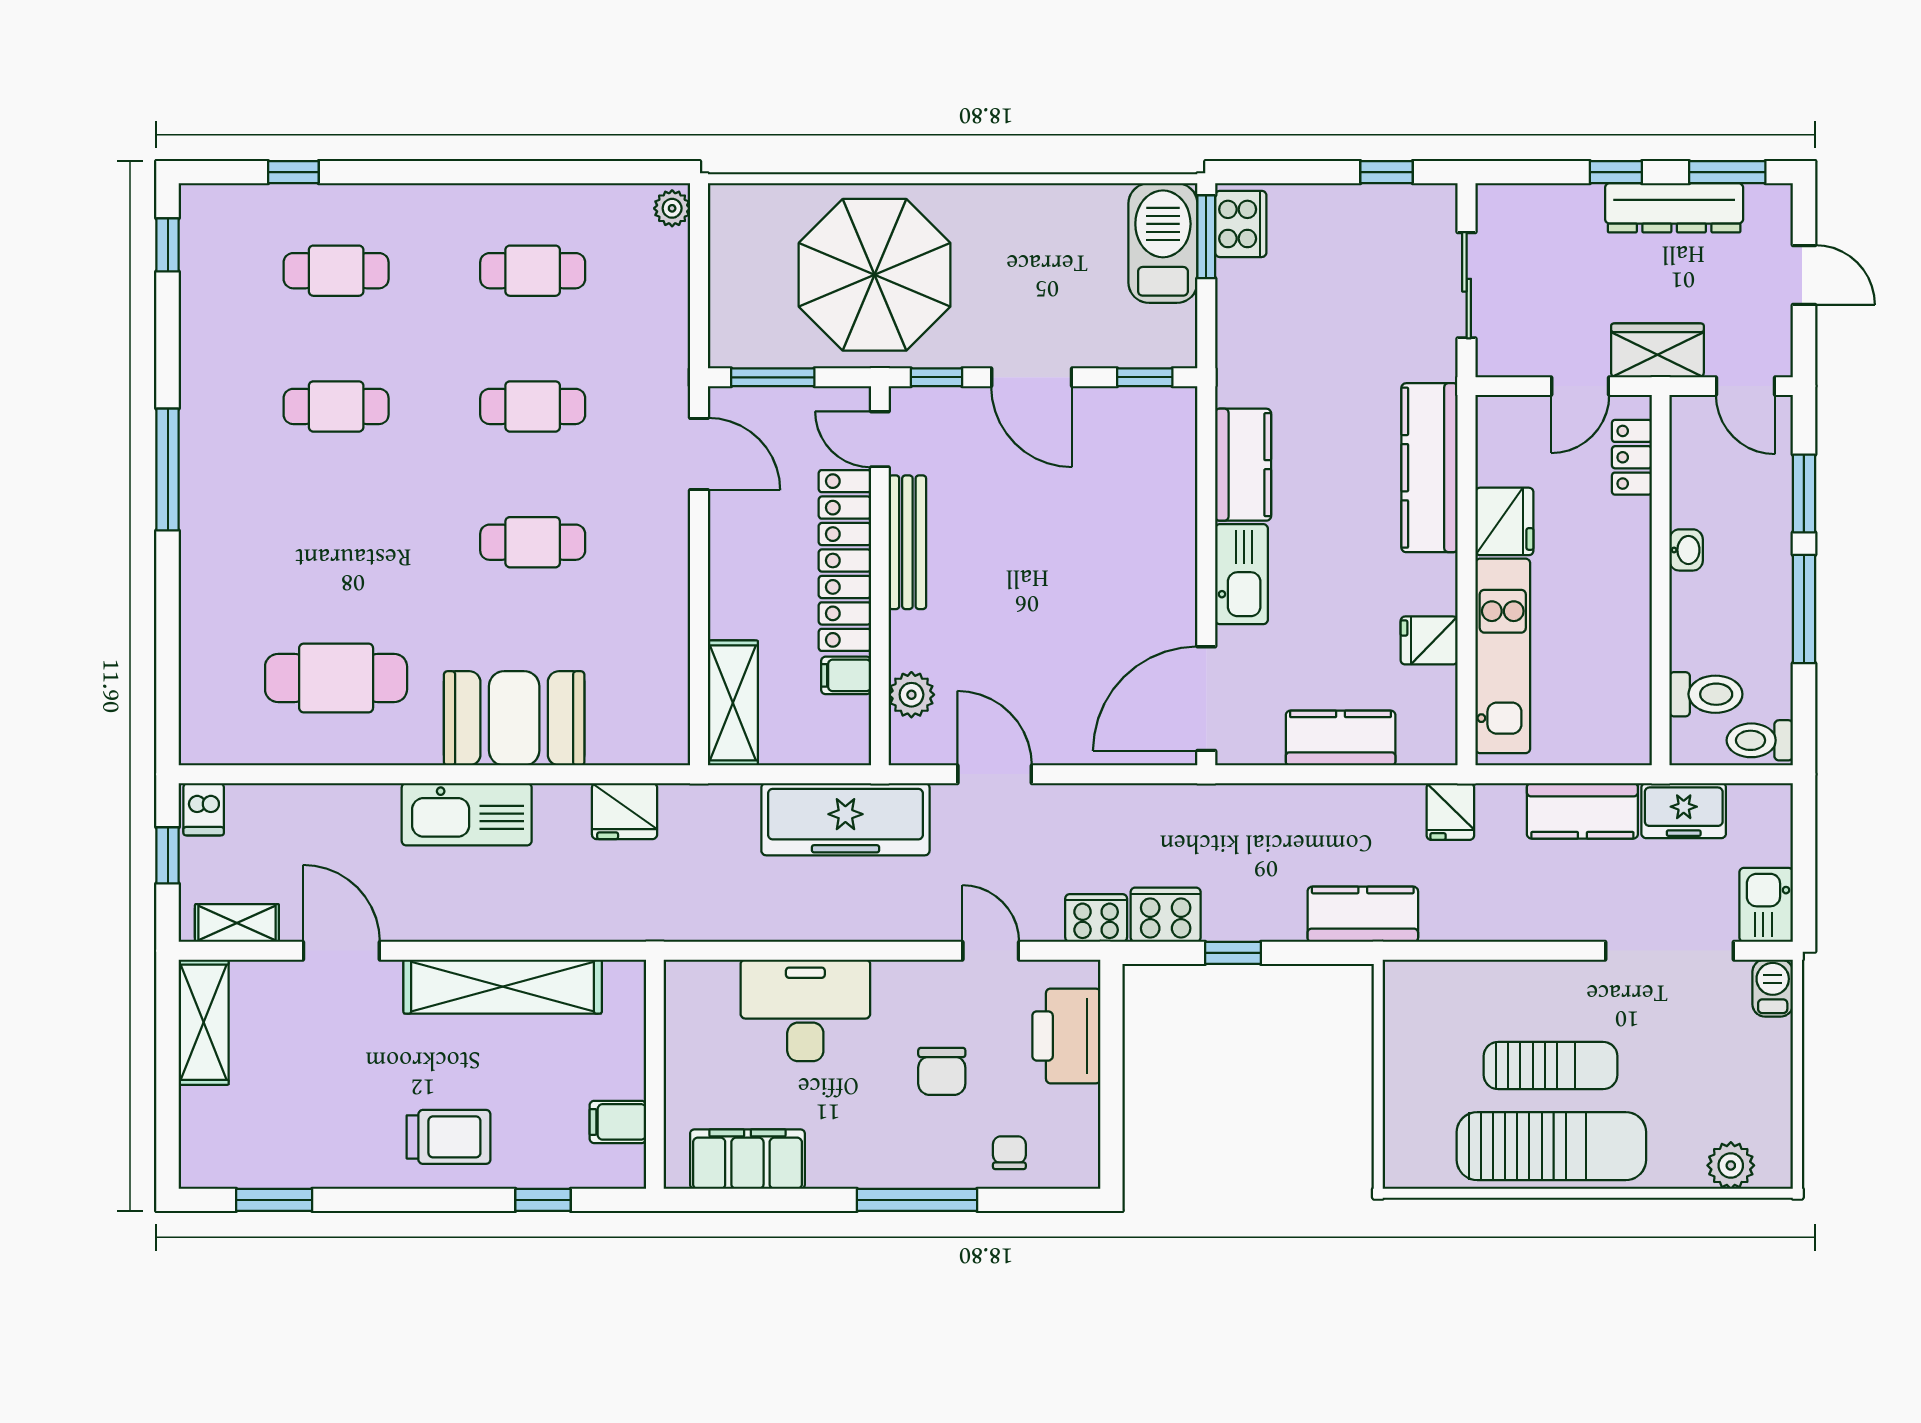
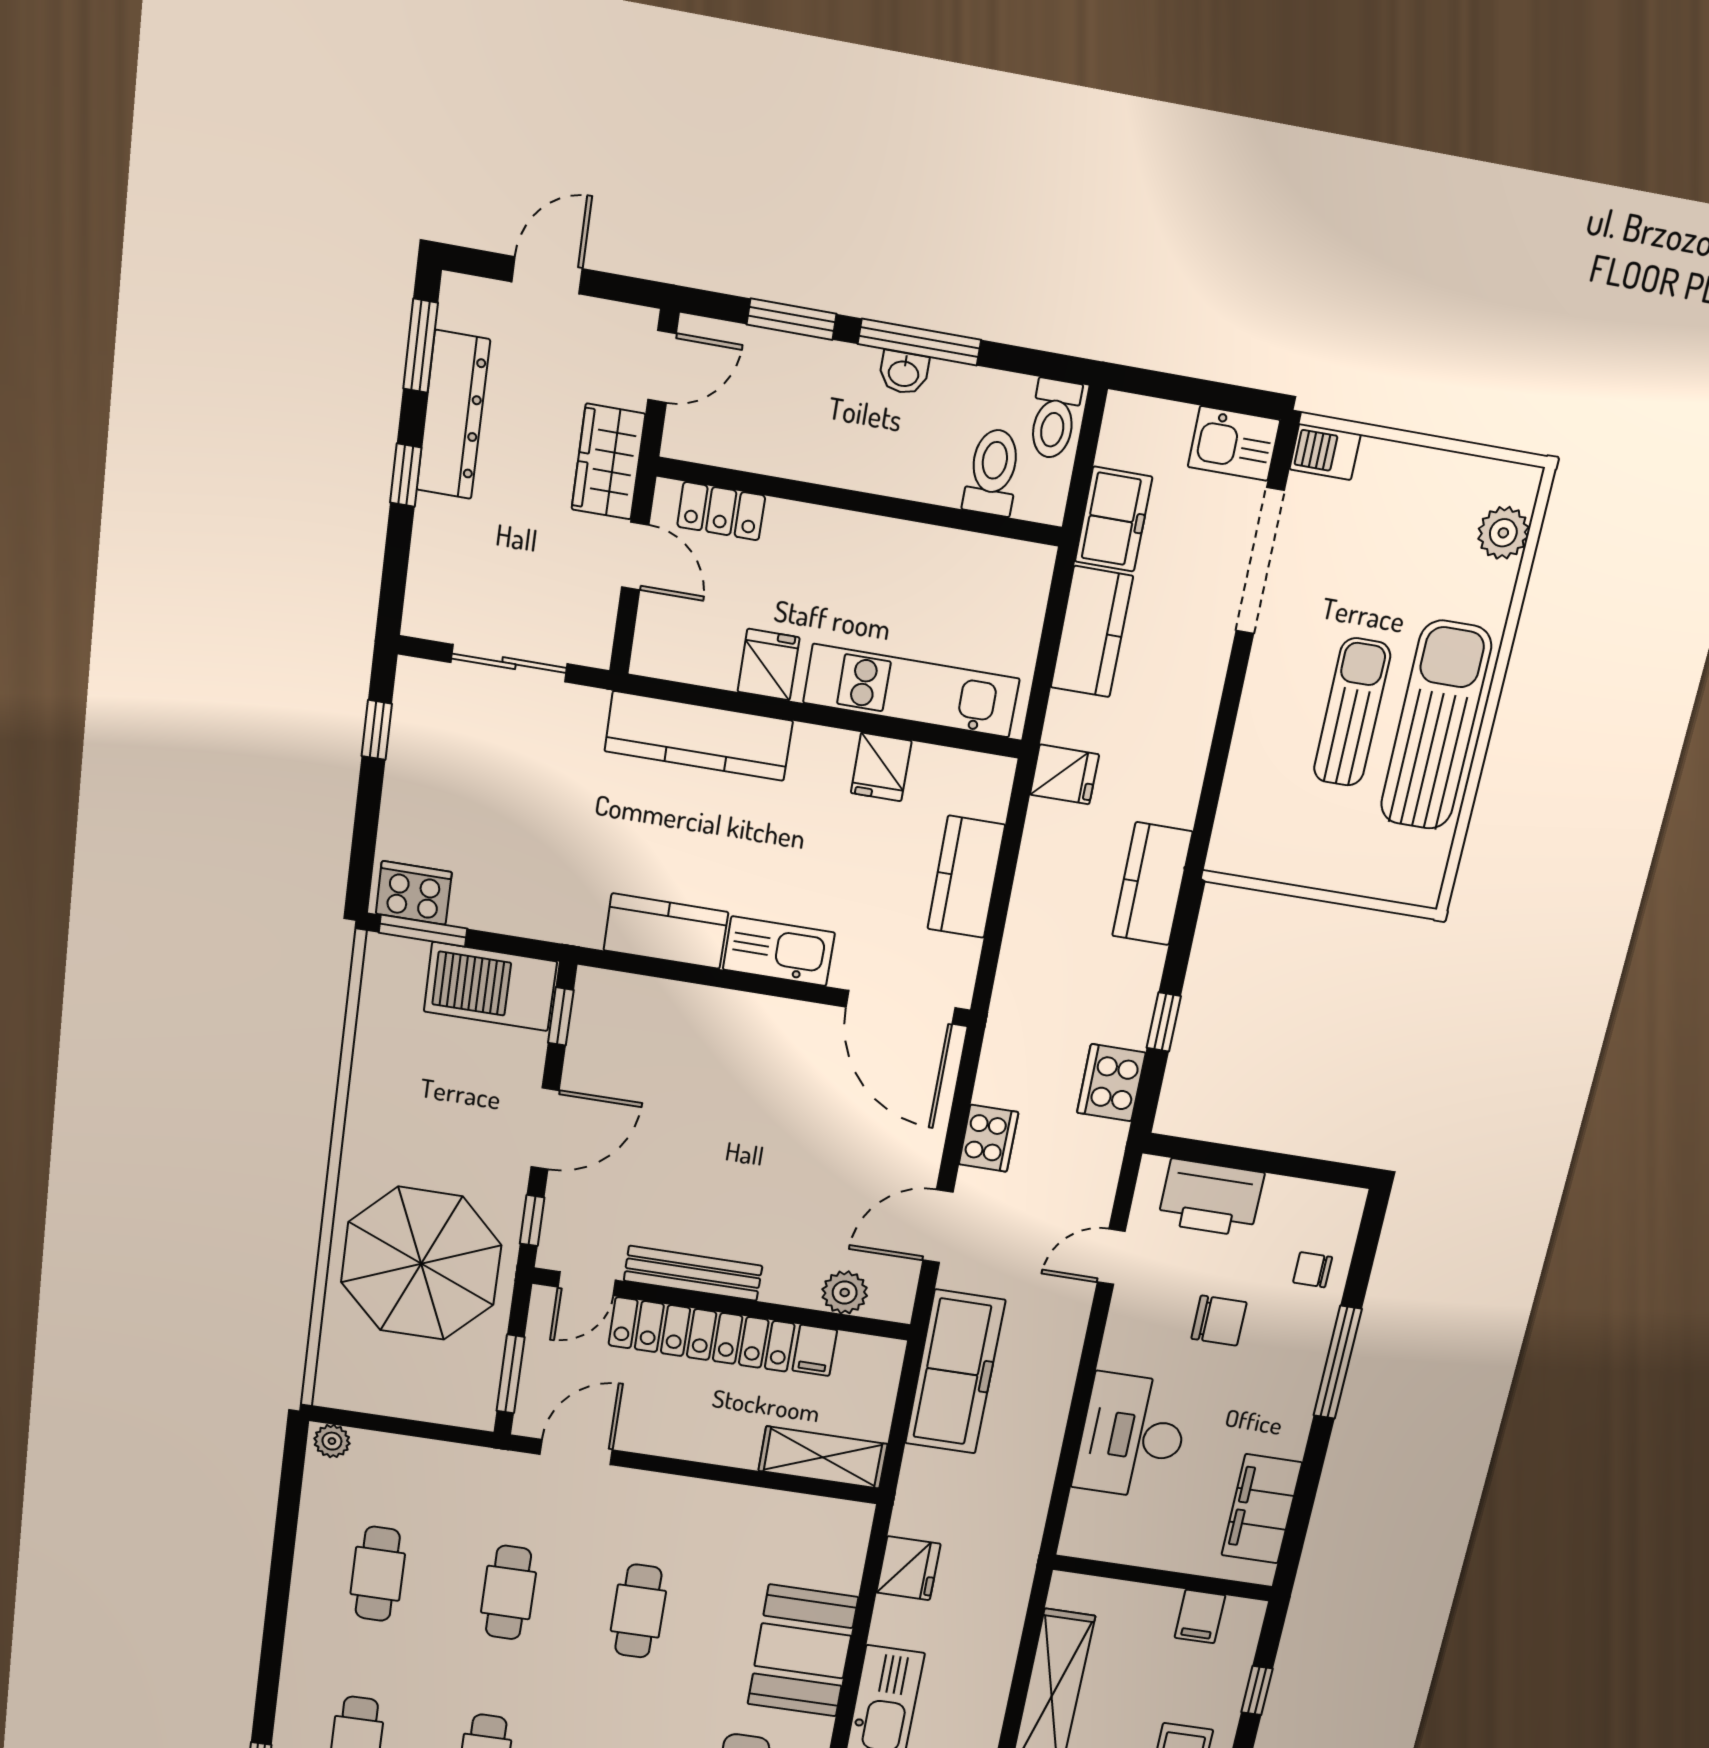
barbecue: (1163, 243) -> (490, 986), moved
fridge: (1504, 521) -> (769, 665), width x0.72
washbasin: (1686, 550) -> (904, 373), moved, turned 180
cooker: (1096, 918) -> (989, 1138), moved, turned 180

